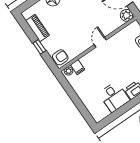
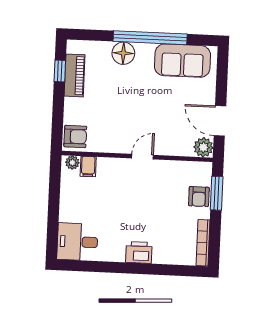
window: (39, 47) -> (60, 71), moved
desk: (114, 97) -> (77, 242), moved, turned 90

